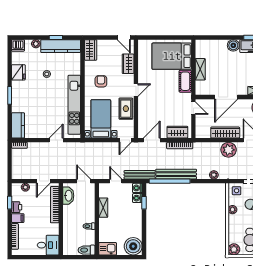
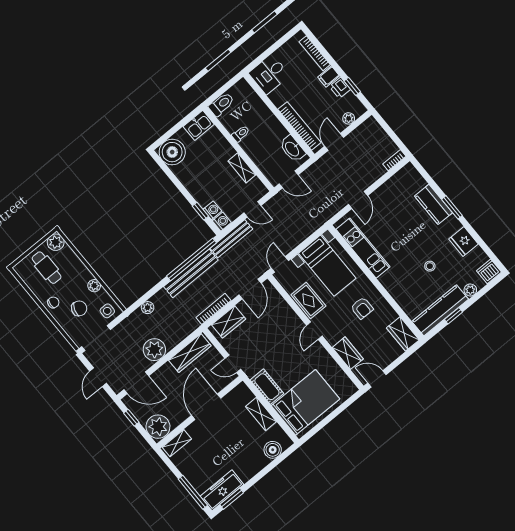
boiler: (233, 45) -> (273, 450), moved
kitchen unit: (74, 105) -> (363, 248), width x0.73
kitchen counter: (18, 125) -> (434, 204), moved
wardrobe: (225, 133) -> (190, 353), moved

